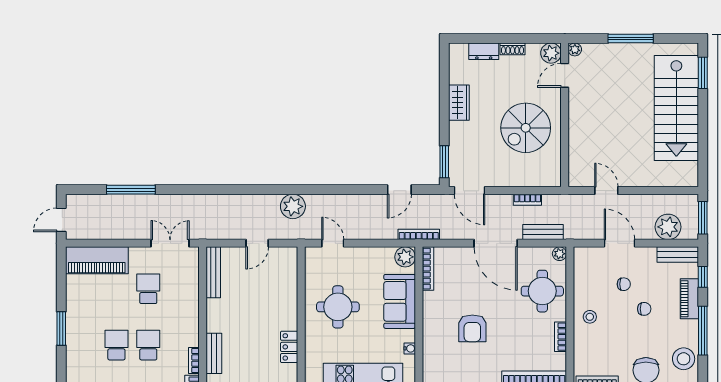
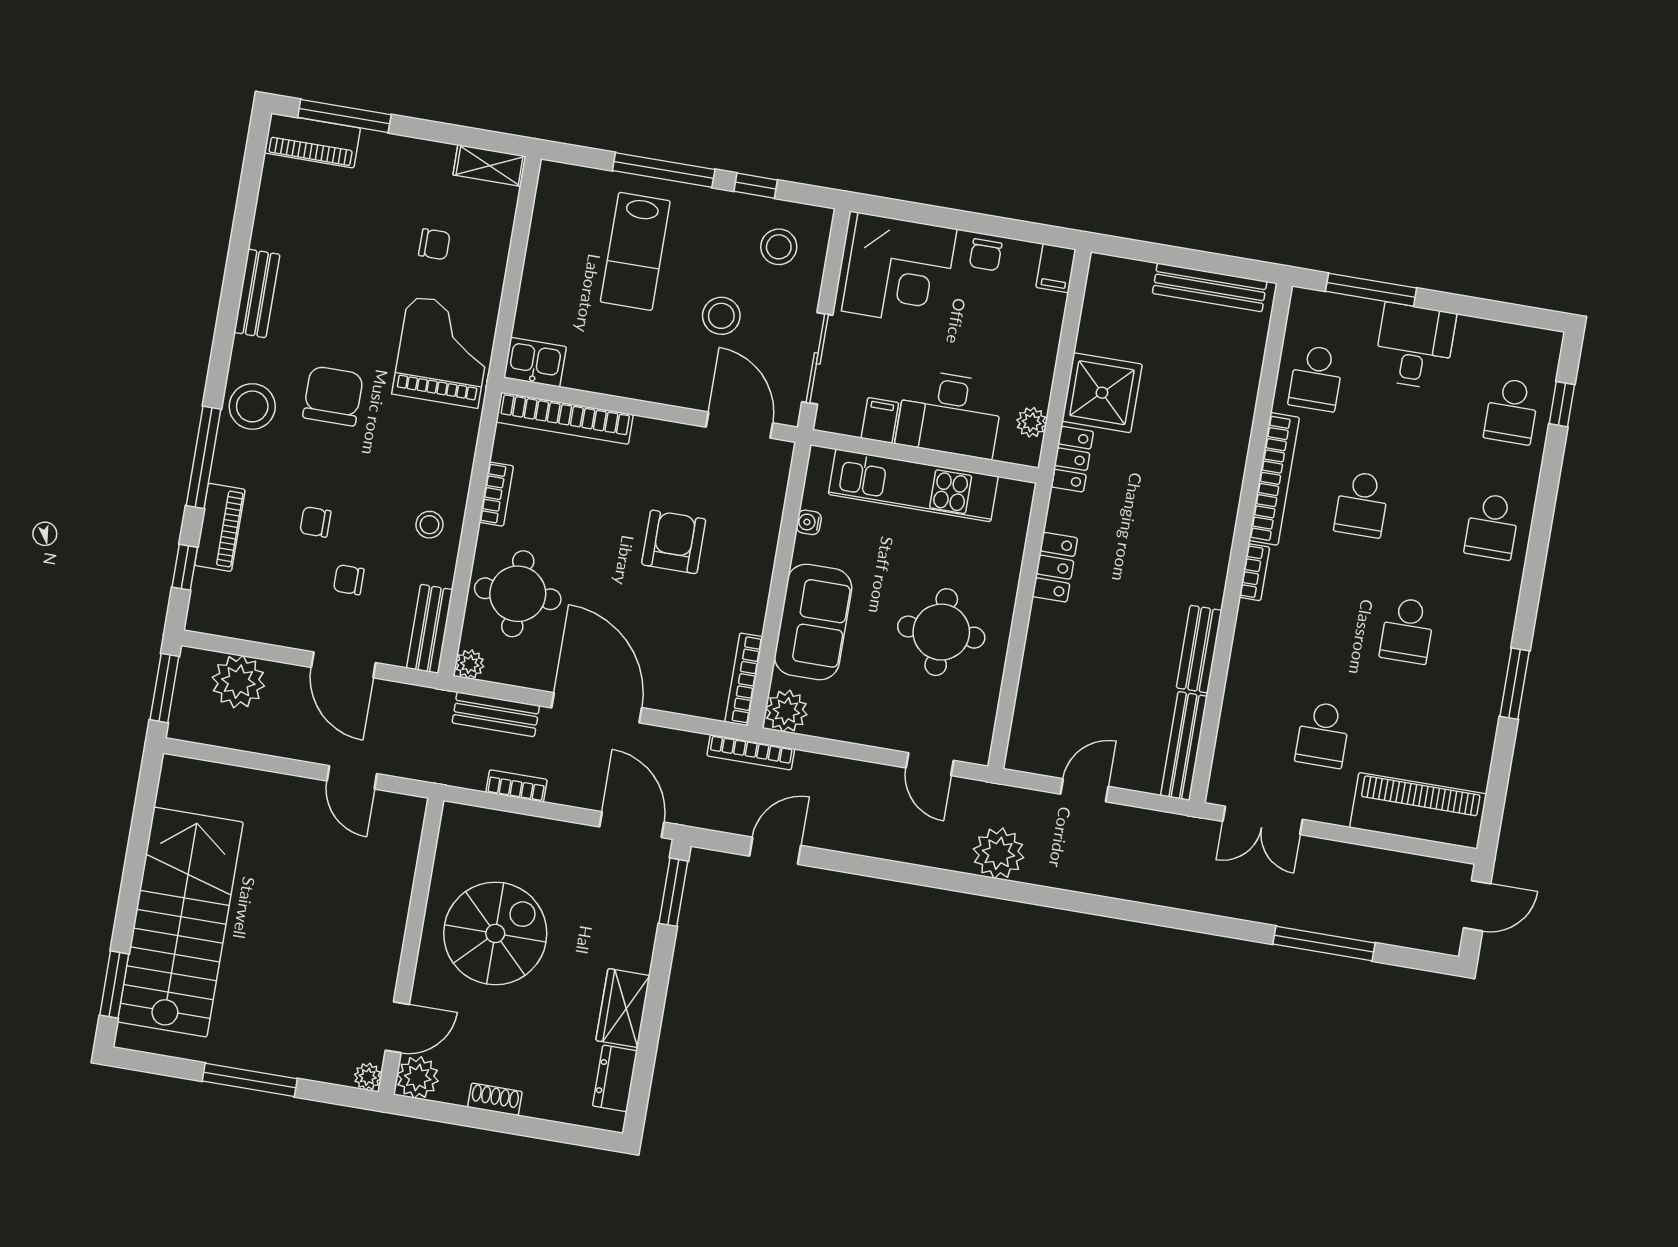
dresser: (484, 51) -> (615, 1078), moved, turned -90
bench: (678, 255) -> (430, 629), moved, turned 90
school desk: (148, 345) -> (1342, 620), removed
bench: (214, 353) -> (1199, 649), moved

